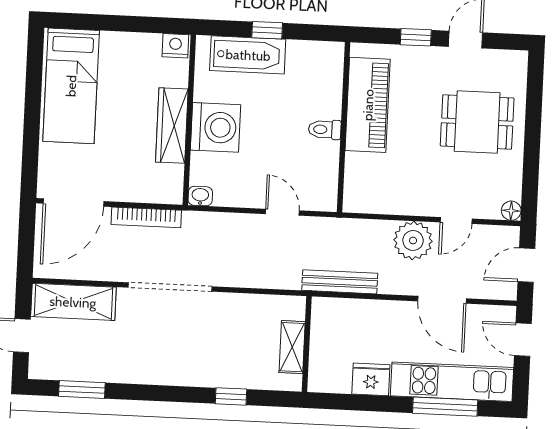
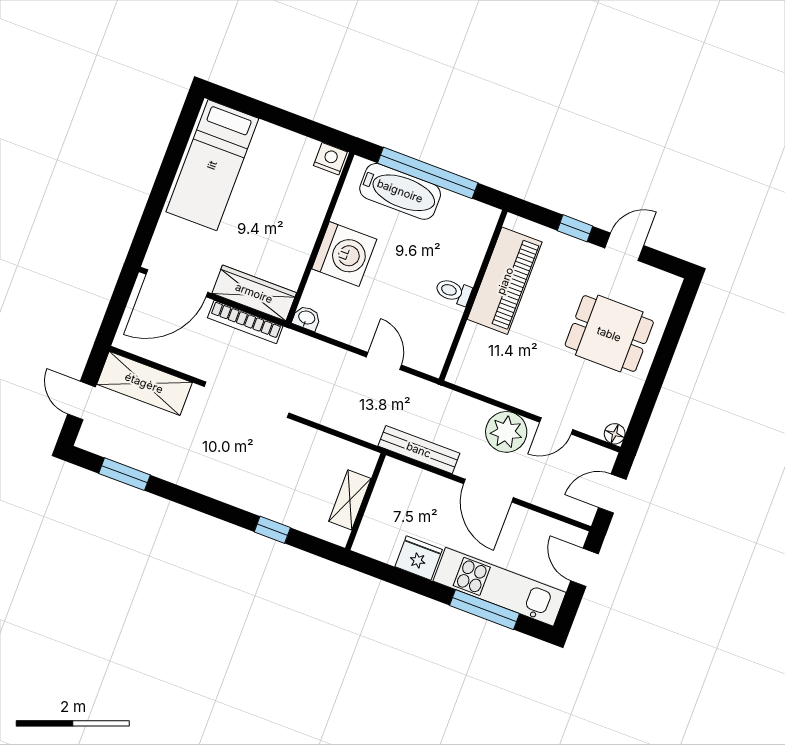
window: (267, 30) -> (428, 173), width x3.17
wardrobe: (172, 125) -> (254, 293), moved, turned 90
door: (442, 300) -> (488, 491), moved

